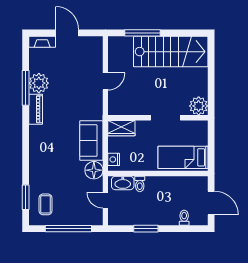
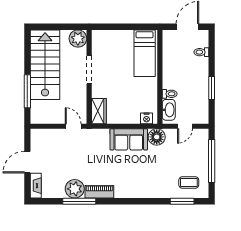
plant: (199, 106) -> (78, 39), moved
wall: (158, 118) -> (89, 77), moved
doorway: (165, 118) -> (89, 70), moved
wardrobe: (121, 128) -> (99, 111), moved

